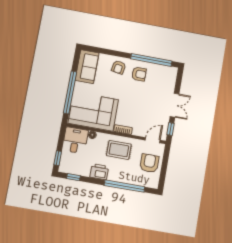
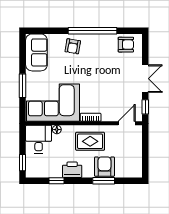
window: (151, 60) -> (92, 31), moved
armchair: (139, 74) -> (126, 45), moved
window: (70, 92) -> (23, 86), width x0.47
armchair: (149, 163) -> (104, 167), moved
window: (73, 177) -> (56, 181), moved
window: (124, 186) -> (104, 181), width x0.47

